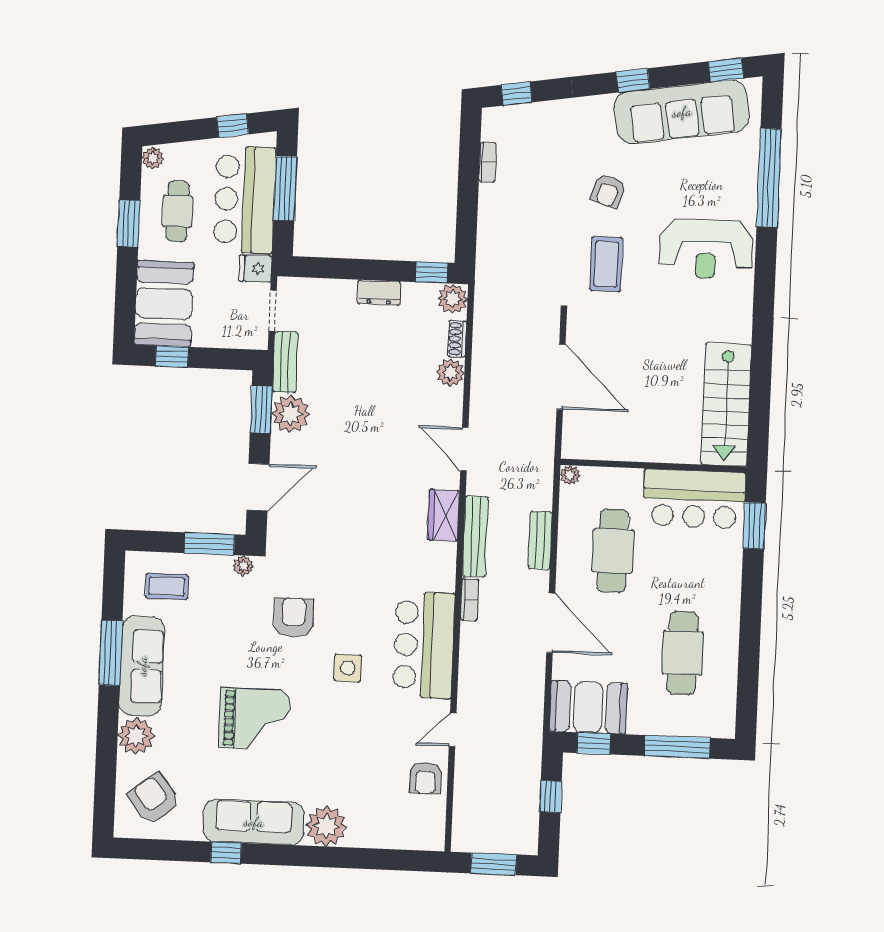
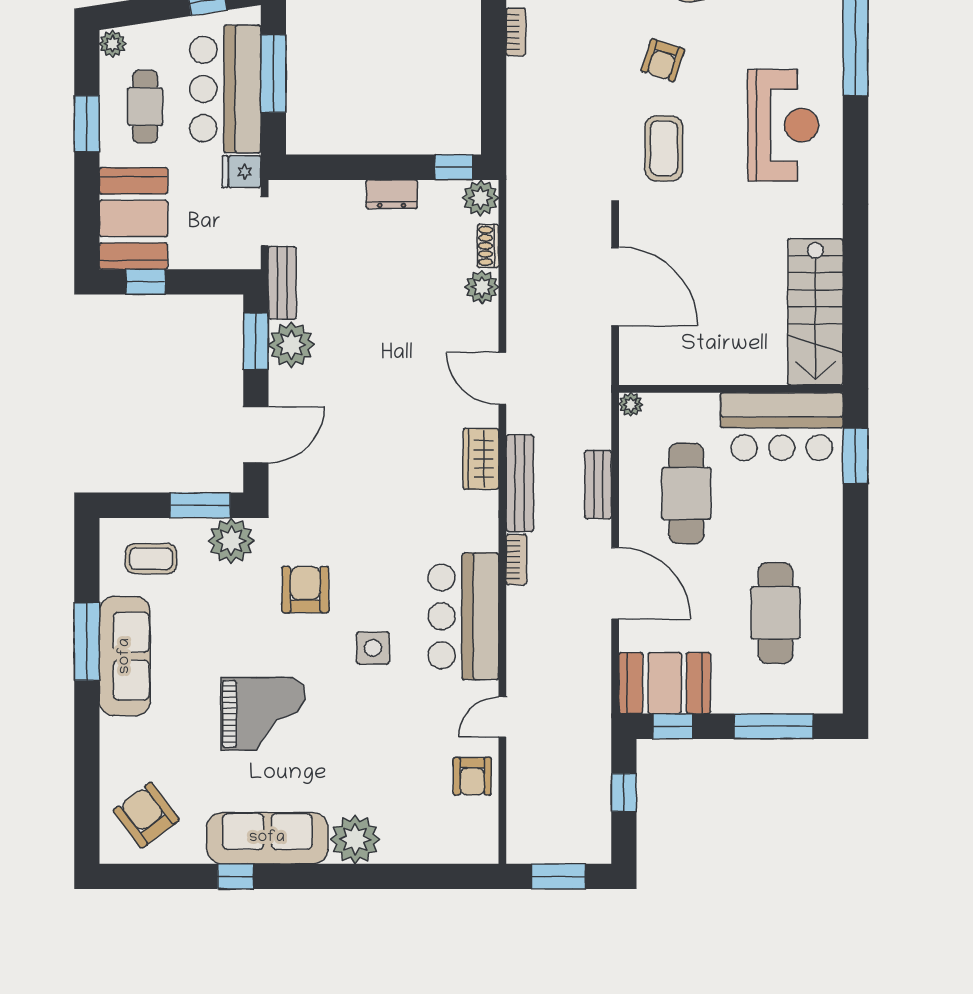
reception desk: (706, 249) -> (783, 125), turned -90
plant: (243, 566) -> (231, 541), width x1.88, depth x1.88
plant: (136, 736) -> (122, 741), removed

